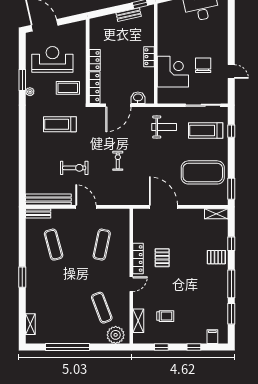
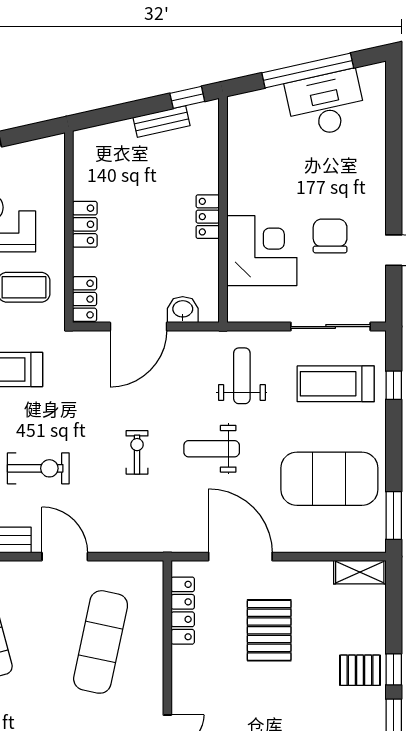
locker: (95, 88) -> (85, 299), width x0.66
weight bench: (164, 127) -> (242, 376), turned -90
weight bench: (151, 159) -> (212, 449), added
window: (231, 244) -> (394, 669), moved
exercise mat: (102, 245) -> (101, 642), width x1.36, depth x1.45
pallet: (162, 258) -> (269, 630), moved, width x1.50, depth x1.42
locker: (138, 259) -> (183, 611), moved

